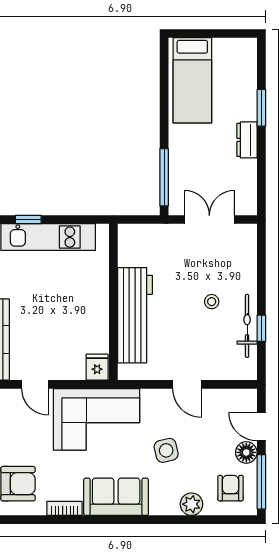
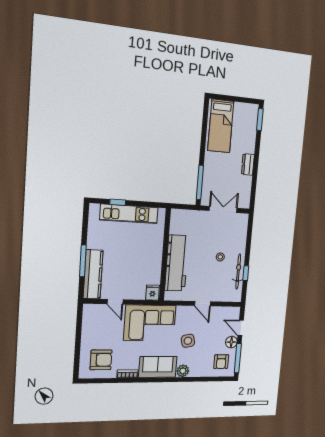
window: (261, 108) -> (260, 119), moved
armchair: (230, 488) -> (221, 362), turned 180
plant: (191, 504) -> (183, 371), moved

